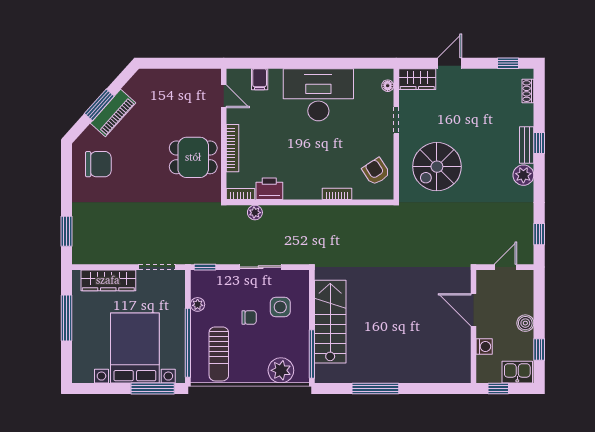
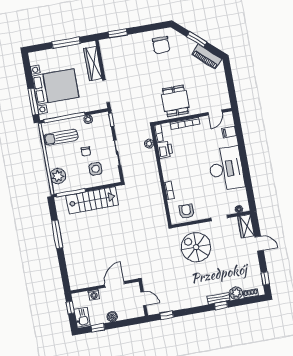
piano: (113, 113) -> (207, 57), moved
armchair: (376, 171) -> (187, 211), turned -57
plant: (523, 175) -> (236, 293), moved

